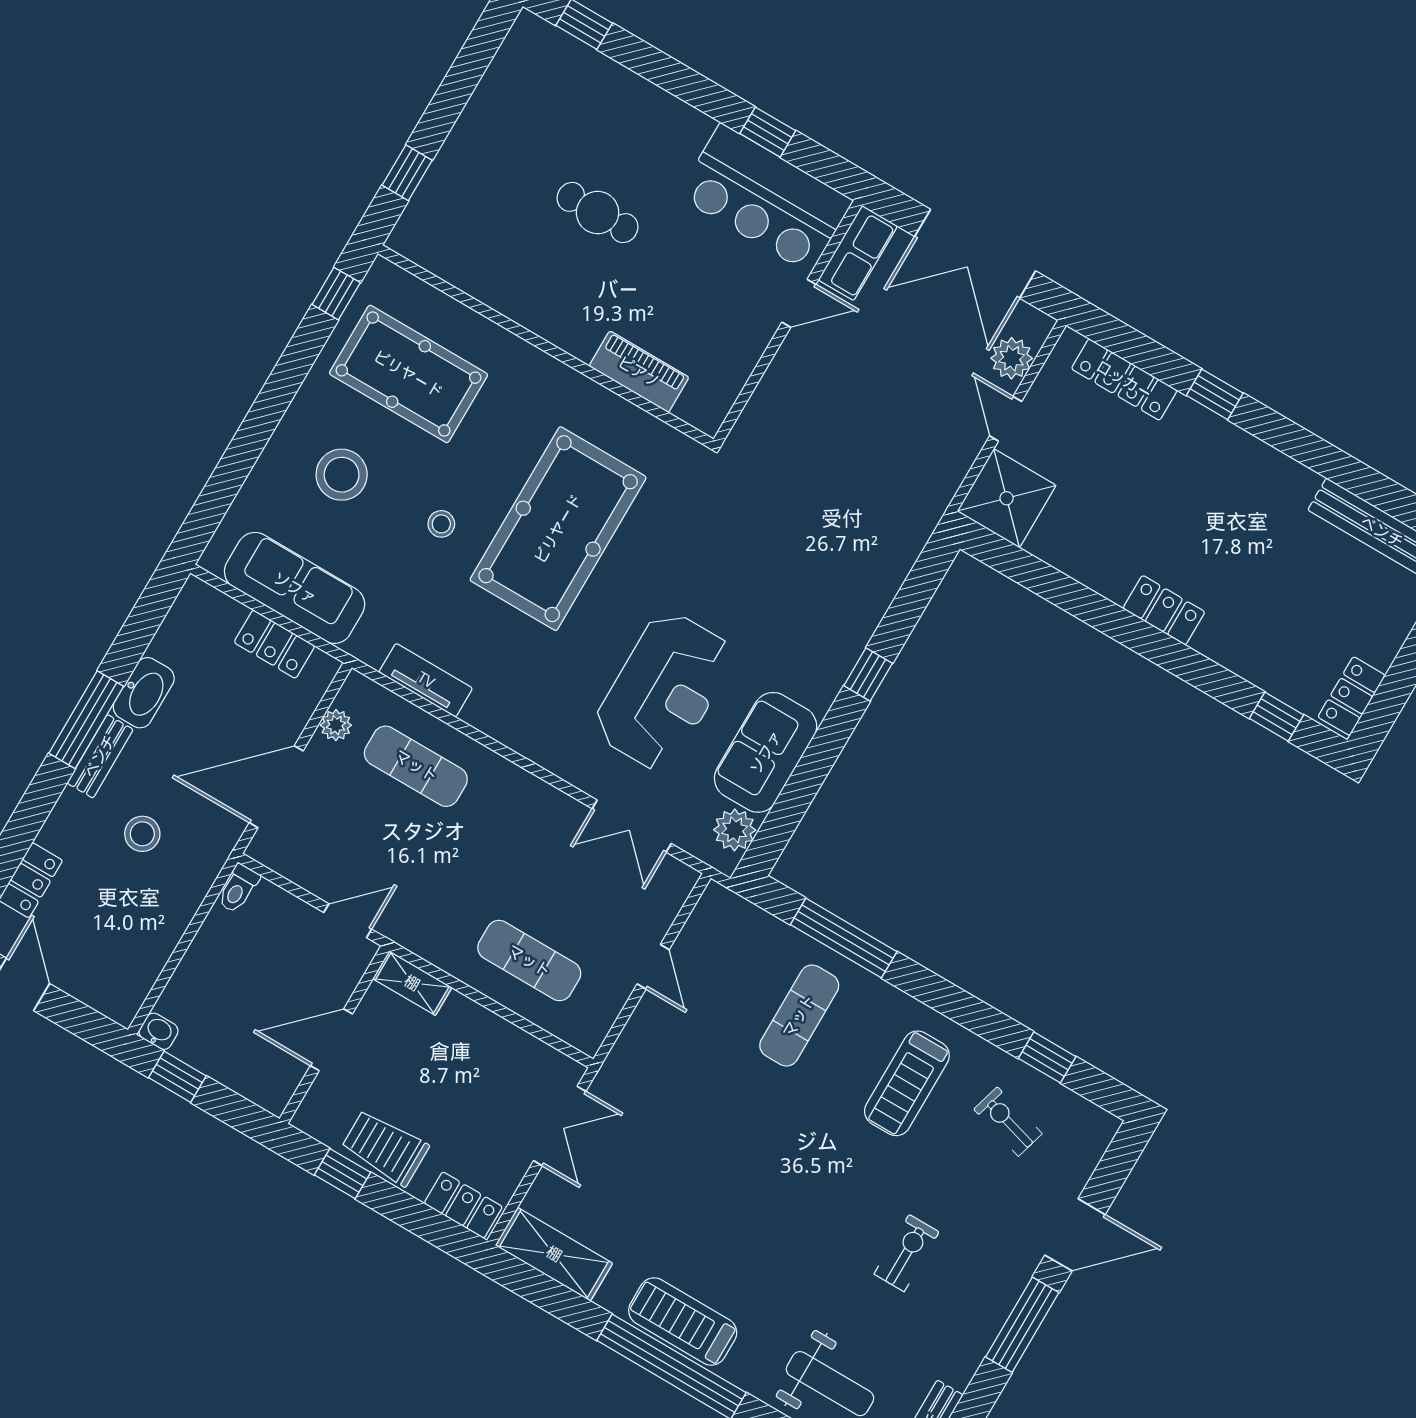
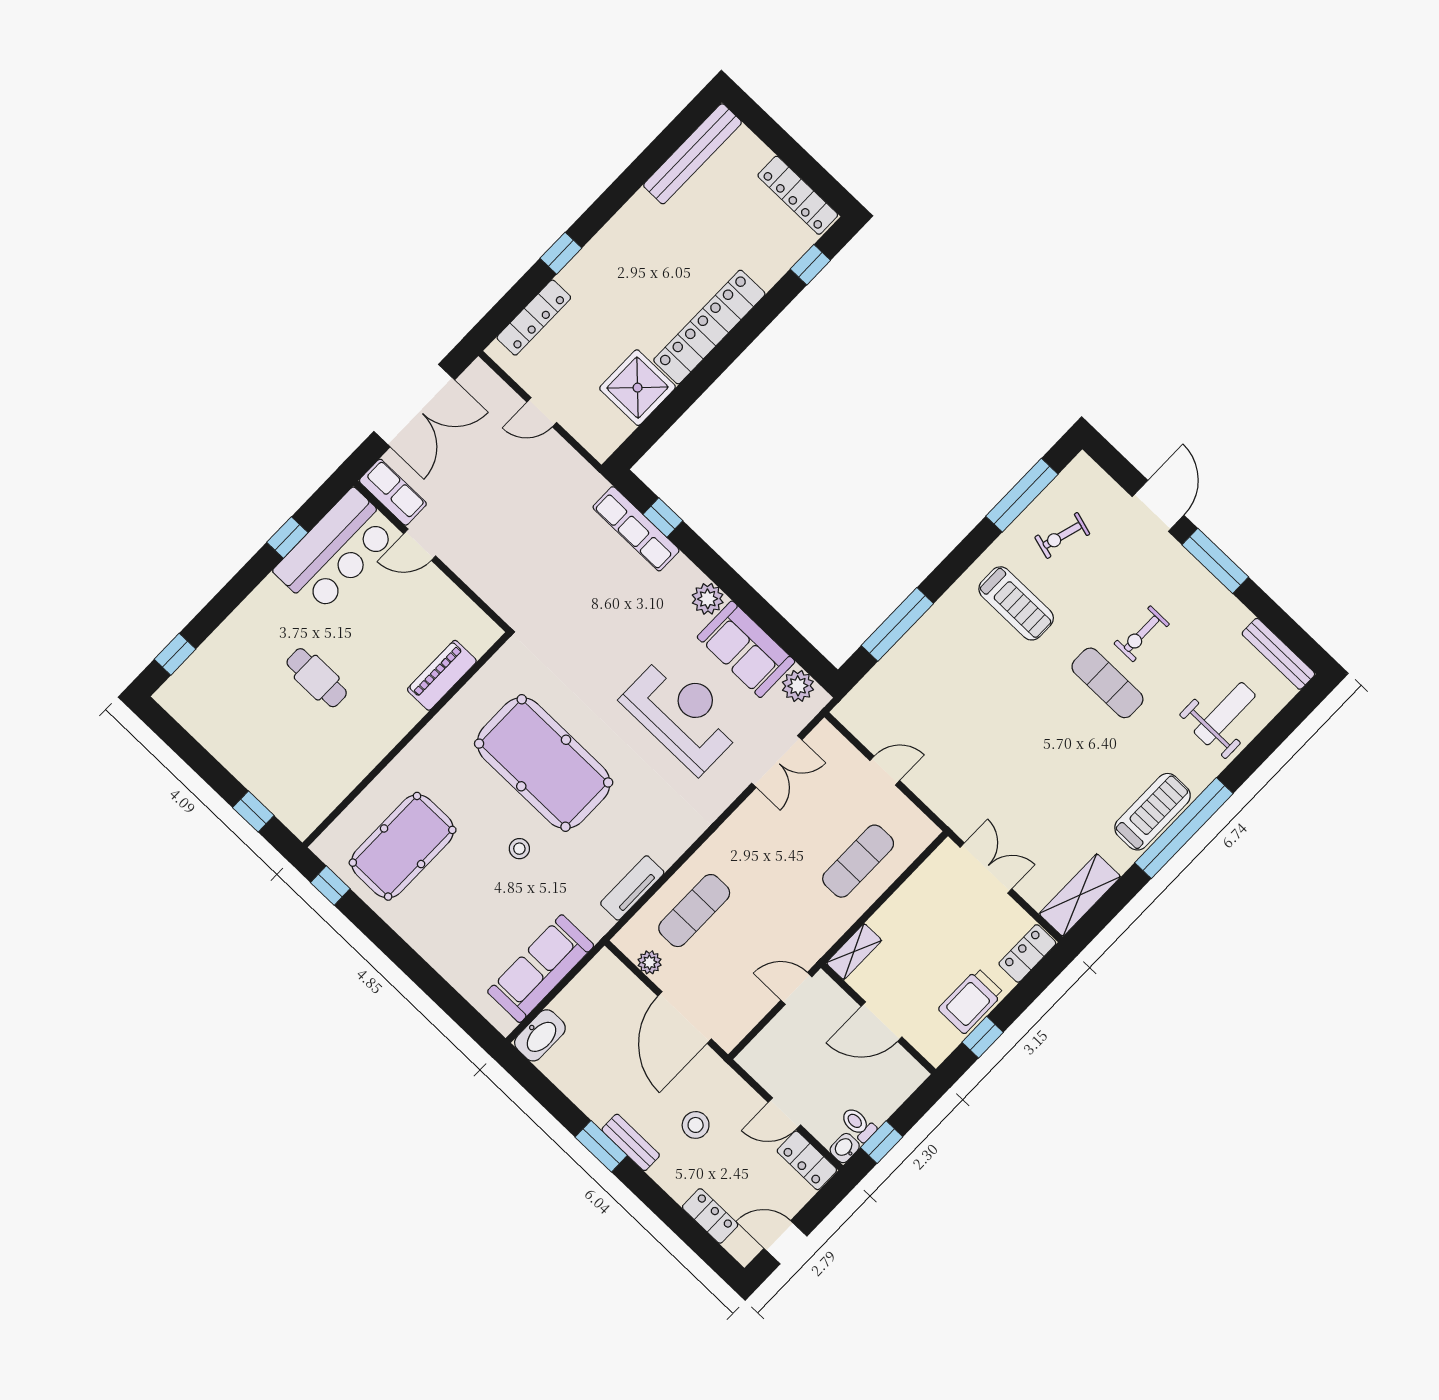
cafe table: (598, 213) -> (317, 678), turned 90
door: (799, 303) -> (420, 545), swing flipped
plant: (1012, 358) -> (708, 599), moved
stool: (342, 475) -> (465, 914), removed
shower: (1007, 498) -> (638, 388), moved
row of seats: (886, 575) -> (636, 529), added
locker: (1164, 610) -> (709, 327), width x2.16, depth x1.21
locker: (274, 644) -> (807, 1160), moved, turned 90
window: (868, 674) -> (663, 518), moved
washbasin: (144, 693) -> (540, 1035), moved, turned 90
locker: (1352, 696) -> (798, 195), width x1.53
window: (86, 720) -> (601, 1146), width x0.69
toilet: (238, 889) -> (858, 1124), moved, turned 180
door: (348, 921) -> (796, 988), hinge flipped
door: (184, 944) -> (784, 1114), added
exercise mat: (799, 1016) -> (1107, 683), moved
door: (331, 1040) -> (882, 1022), hinge flipped
window: (1047, 1057) -> (1022, 495), width x2.17
exercise bike: (907, 1253) -> (1142, 634), turned -90
treadmill: (683, 1322) -> (1153, 812), turned 180

